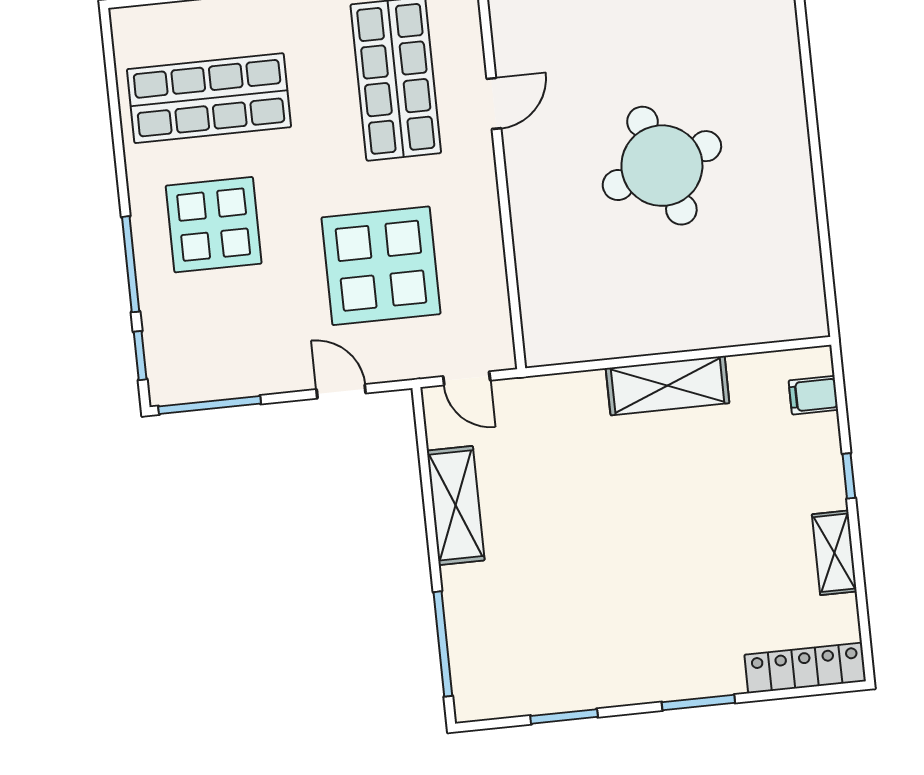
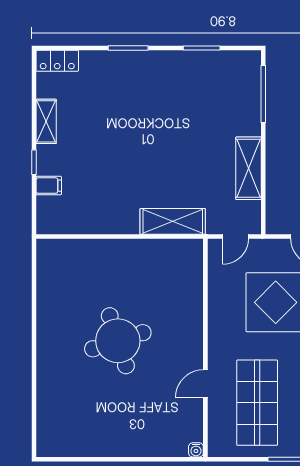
door: (467, 378) -> (235, 236), swing flipped
shelving: (668, 386) -> (173, 221), moved
filing cabinet: (813, 395) -> (49, 186), moved
locker: (805, 668) -> (57, 61), width x0.66

